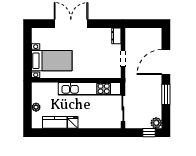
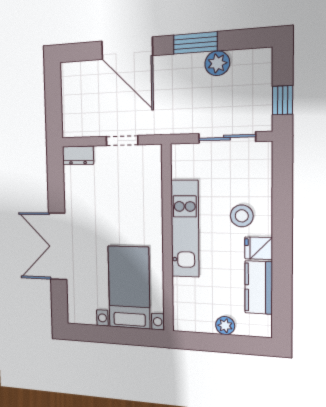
kitchen unit: (89, 89) -> (185, 229), width x0.73
stool: (87, 115) -> (242, 216), added
plant: (156, 123) -> (217, 63), moved
window: (149, 133) -> (282, 100), moved

